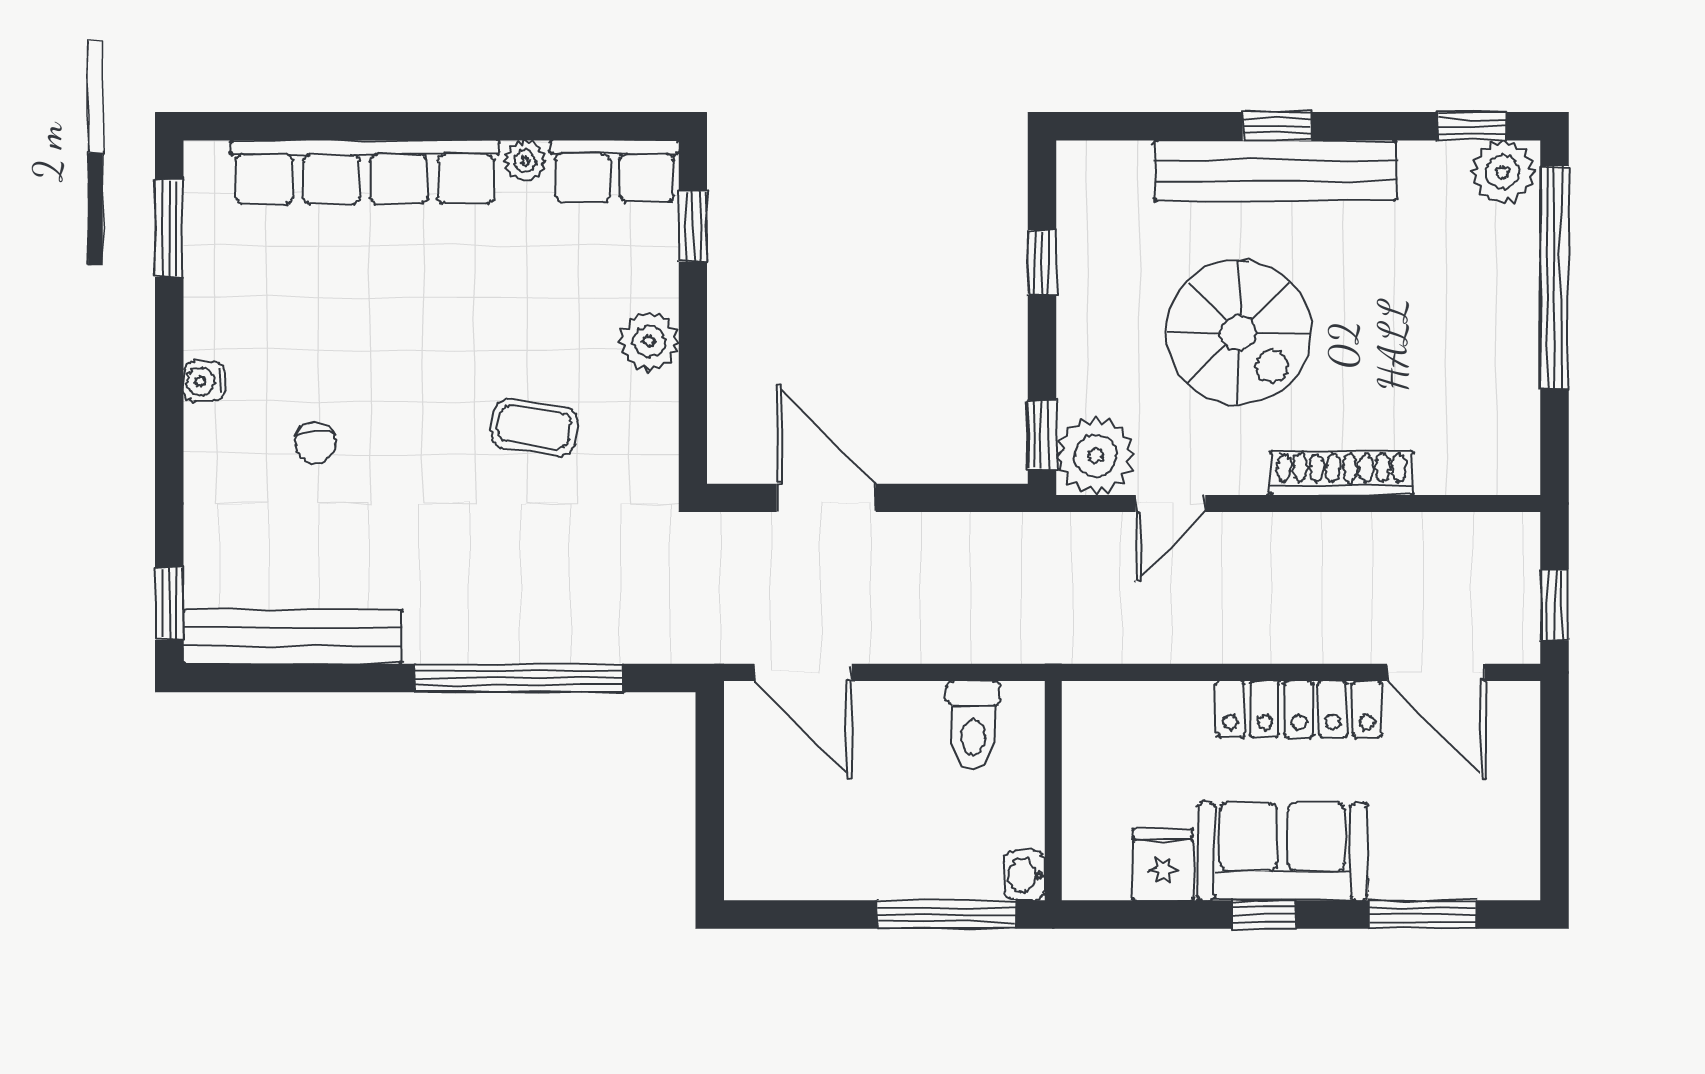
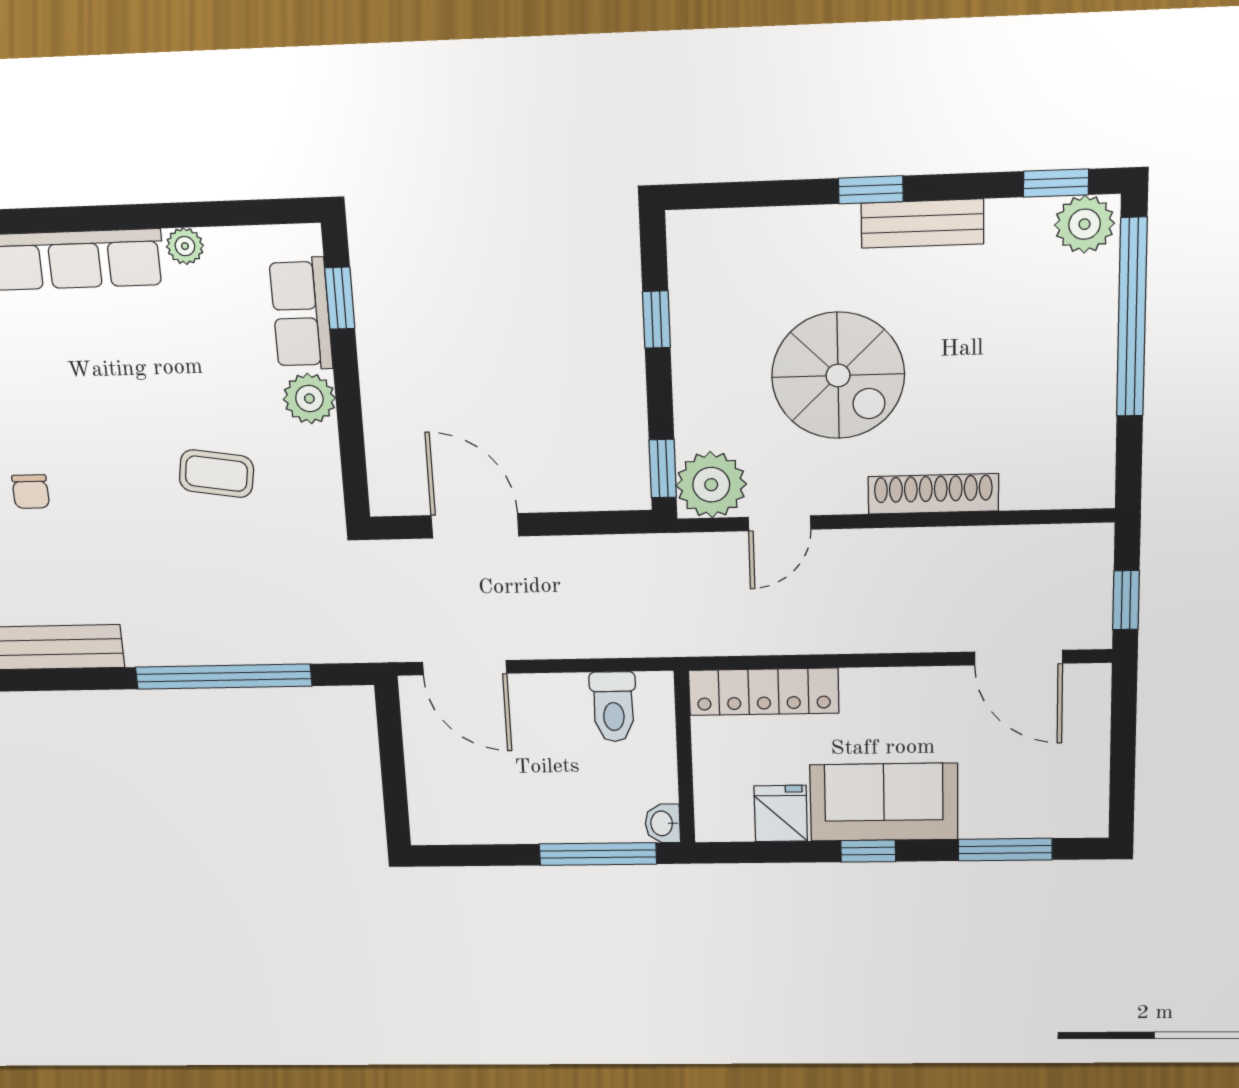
bench: (1275, 170) -> (922, 224), width x0.54, depth x0.82
row of seats: (615, 171) -> (301, 314), moved, turned 90
locker: (1299, 709) -> (764, 692), moved

